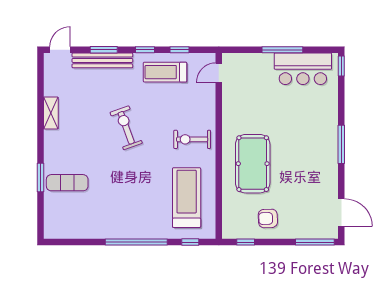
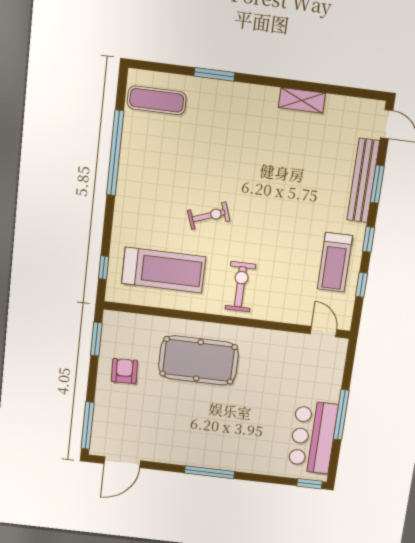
treadmill: (165, 72) -> (335, 262), turned 180
exercise bike: (126, 128) -> (209, 216), moved, width x0.73, depth x0.72
exercise mat: (67, 183) -> (157, 100), moved, turned 90
window: (136, 242) -> (115, 153), moved
window: (246, 242) -> (96, 339), width x1.50

